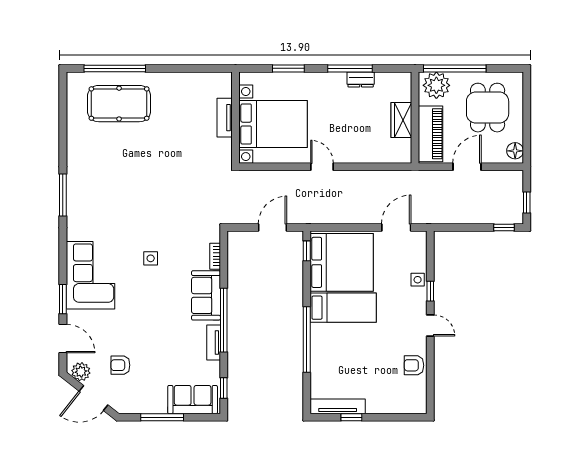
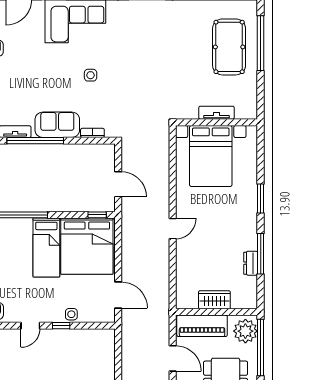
tv unit: (225, 118) -> (216, 113), moved
wall: (236, 118) -> (217, 122), moved
bed with nightstands: (273, 124) -> (211, 156), moved

